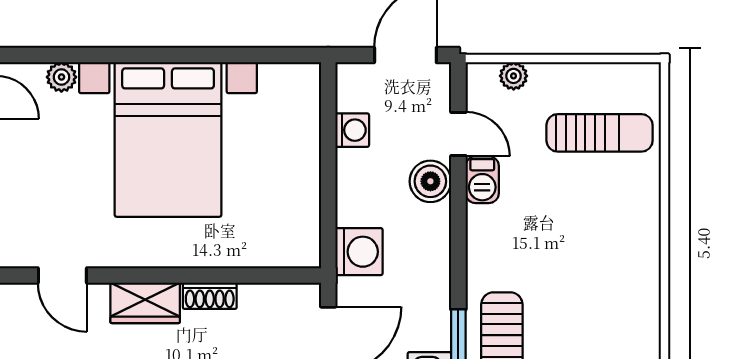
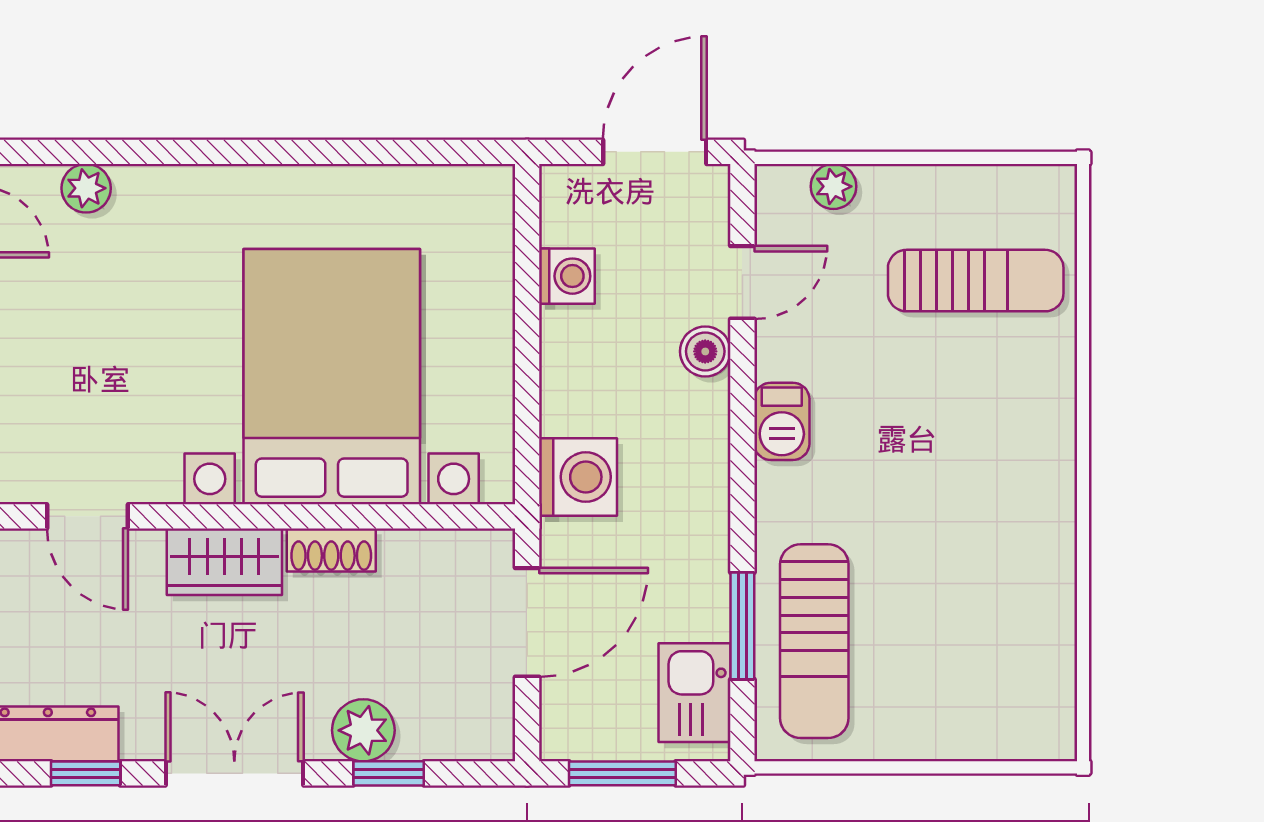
door: (458, 134) -> (742, 282), hinge flipped
bed with nightstands: (168, 139) -> (332, 377), moved, turned 180
barbecue: (482, 180) -> (782, 421), moved
boiler: (430, 181) -> (705, 351), width x0.73, depth x0.73

